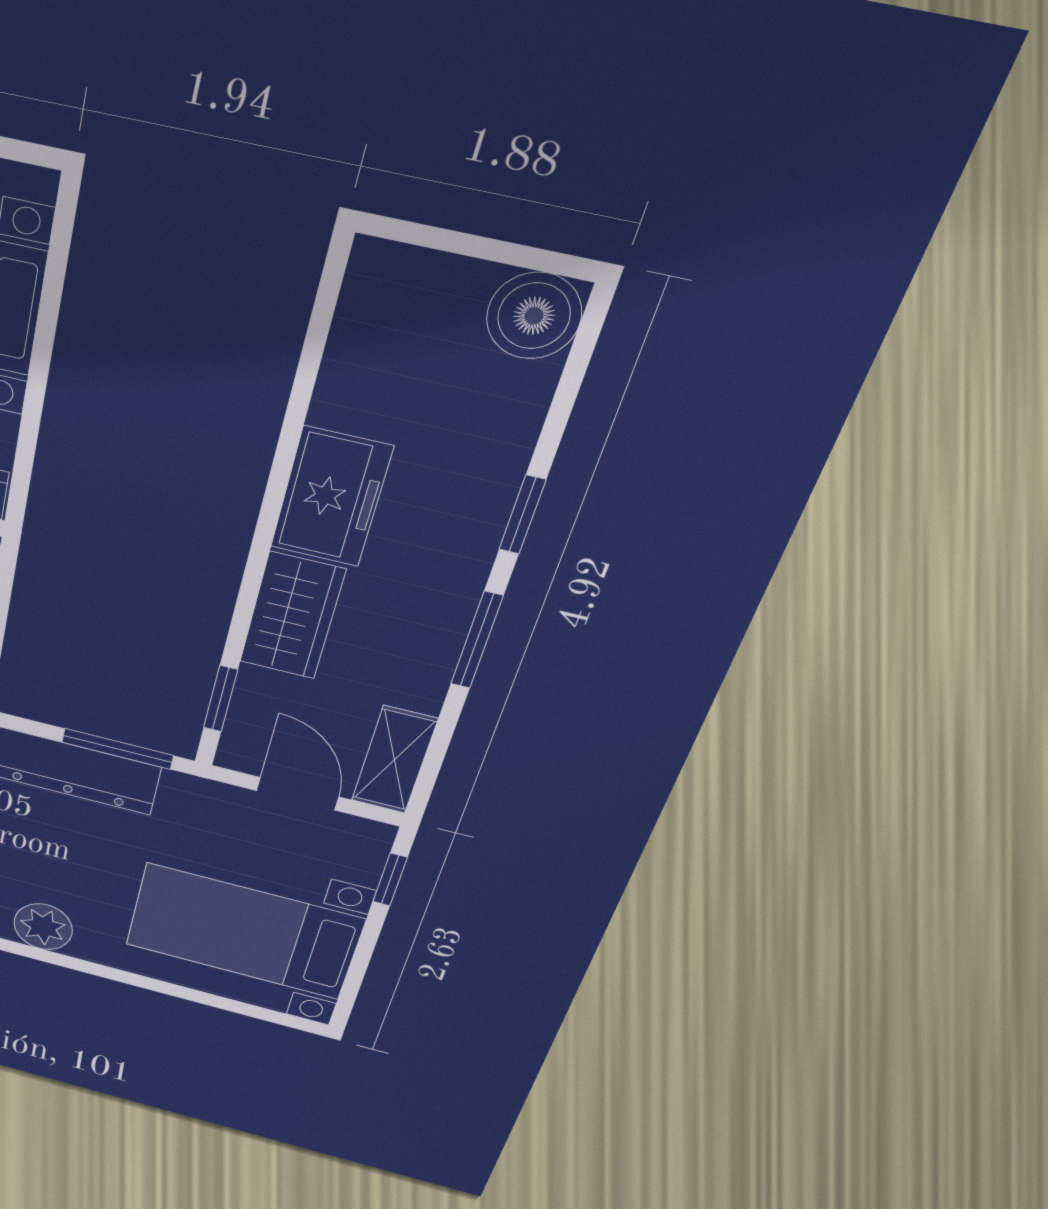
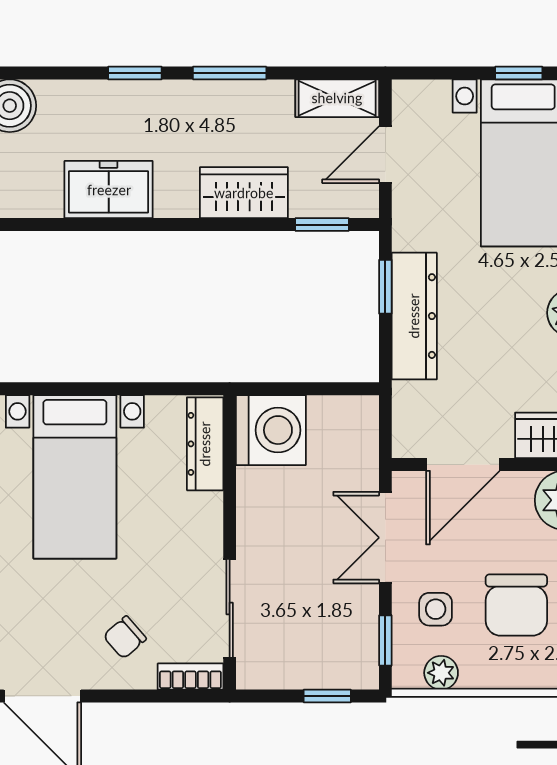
freezer: (331, 497) -> (109, 190), moved
window: (117, 749) -> (385, 287), width x0.67
window: (390, 880) -> (519, 73), moved

